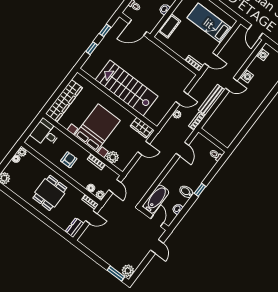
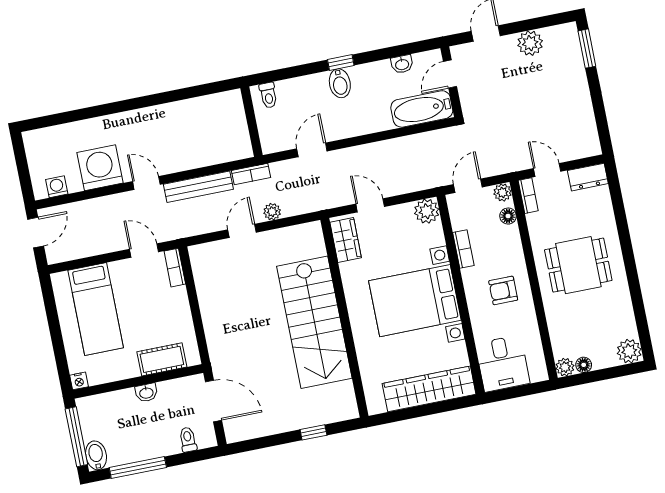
window: (105, 30) -> (268, 441), removed
washing machine: (247, 76) -> (100, 168), width x1.89, depth x1.89
door: (182, 98) -> (242, 231), hinge flipped
plant: (113, 157) -> (427, 211), moved
bidet: (186, 192) -> (340, 83), moved
plant: (128, 271) -> (530, 43), moved

